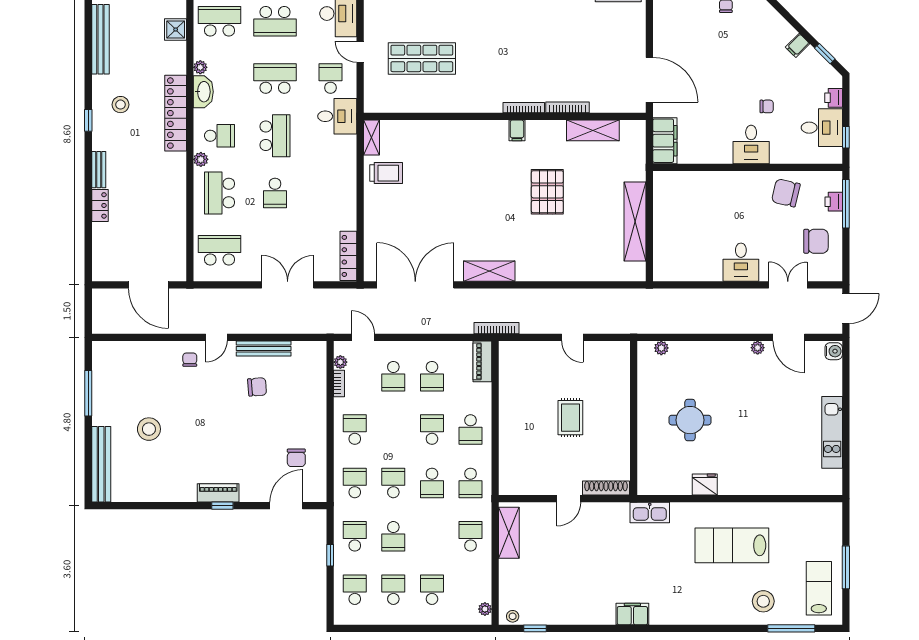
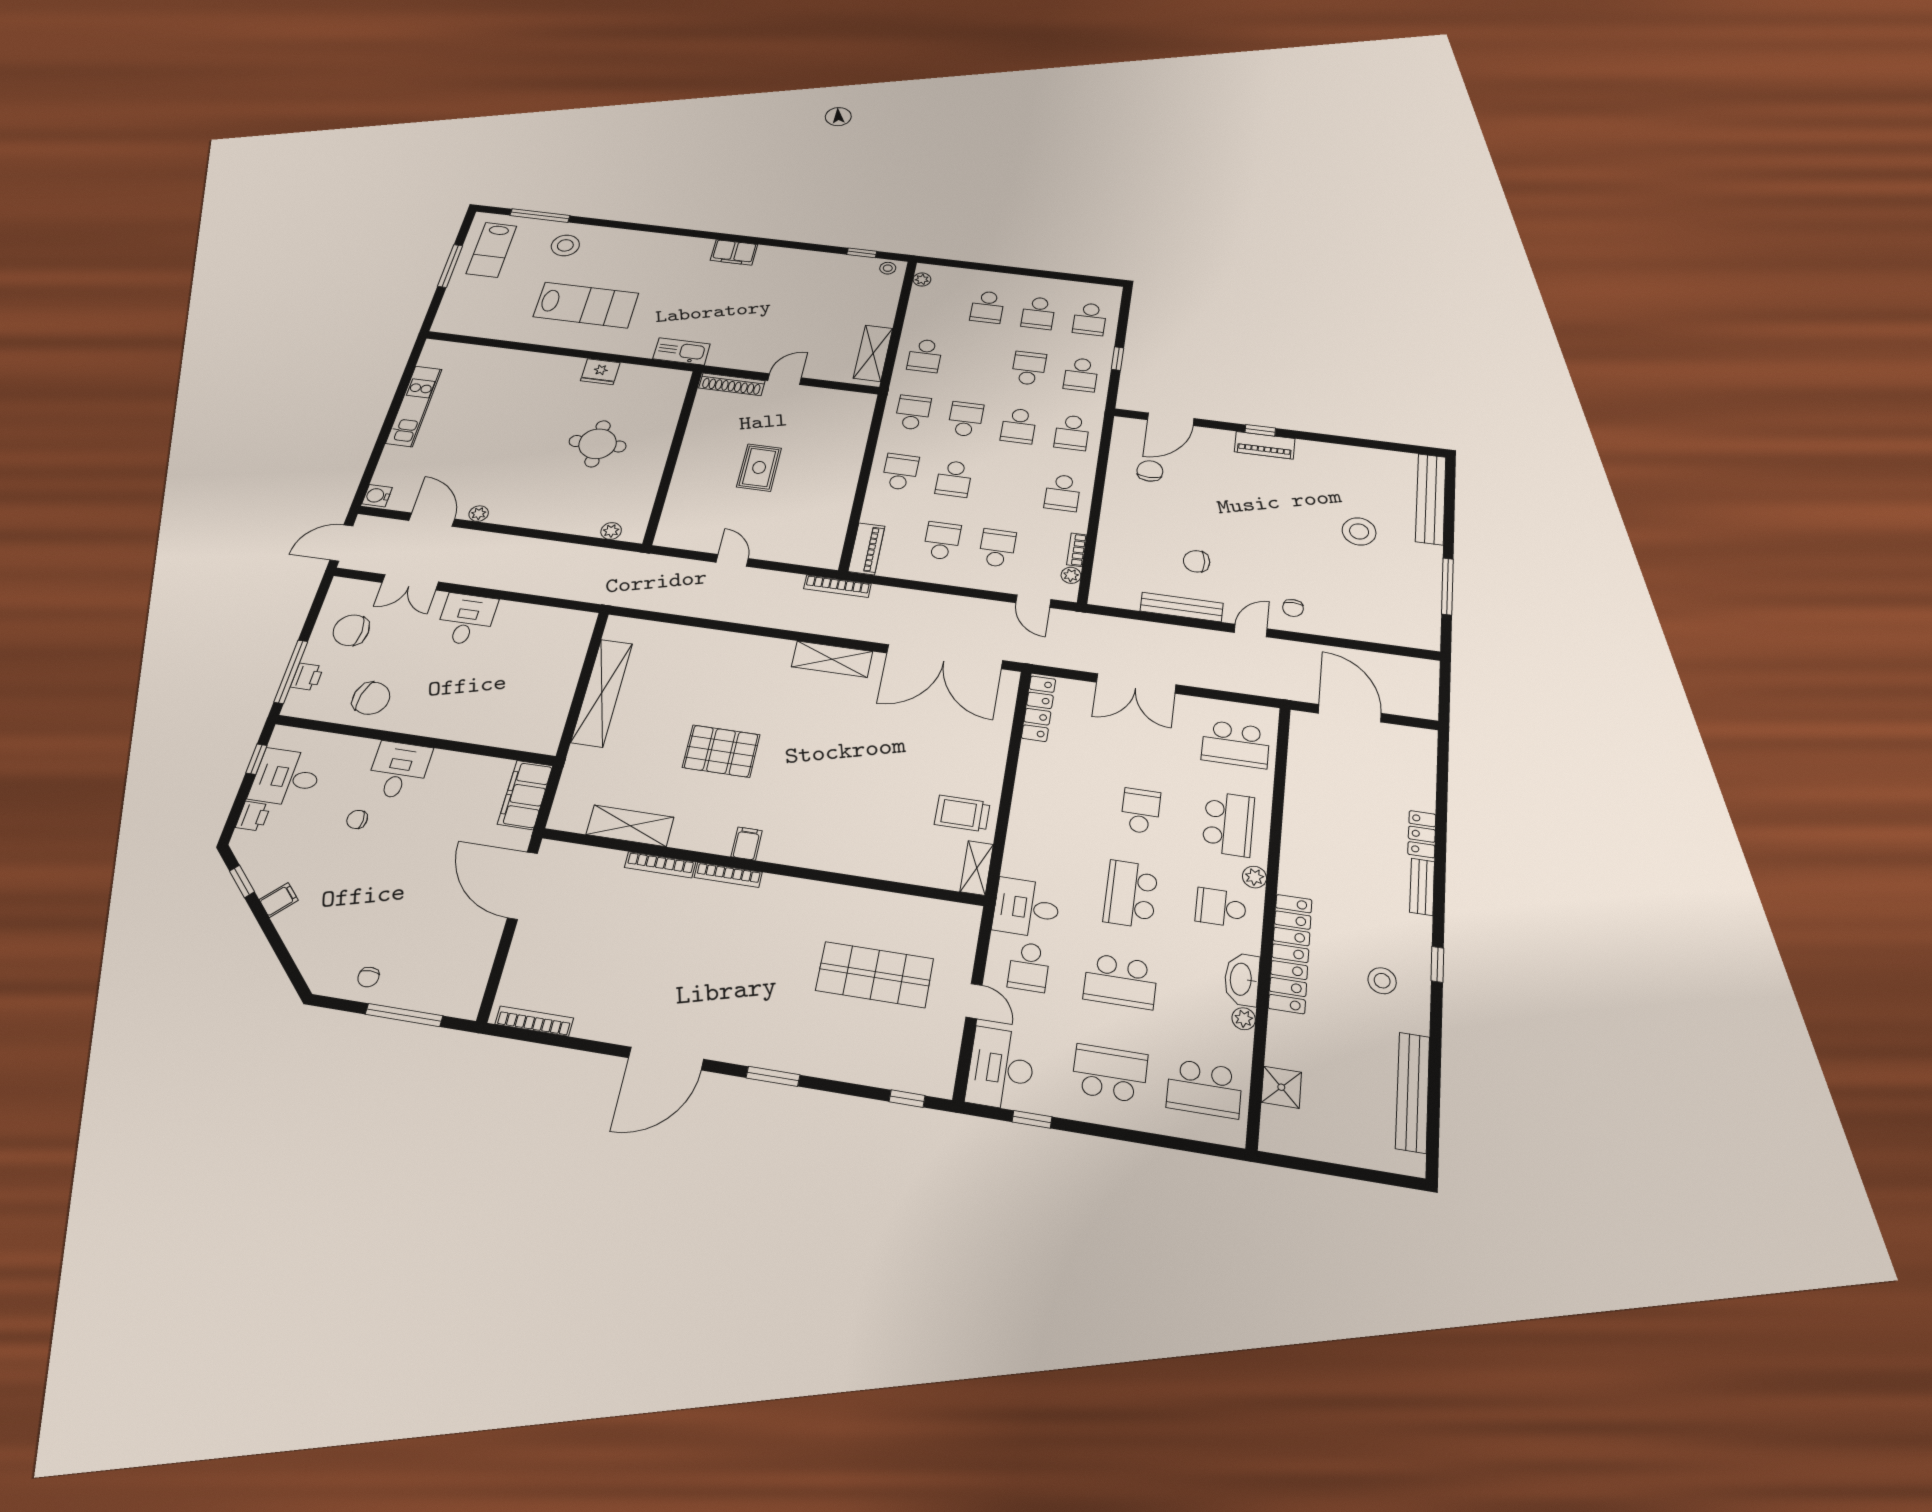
pallet: (547, 192) -> (721, 751), turned 90

